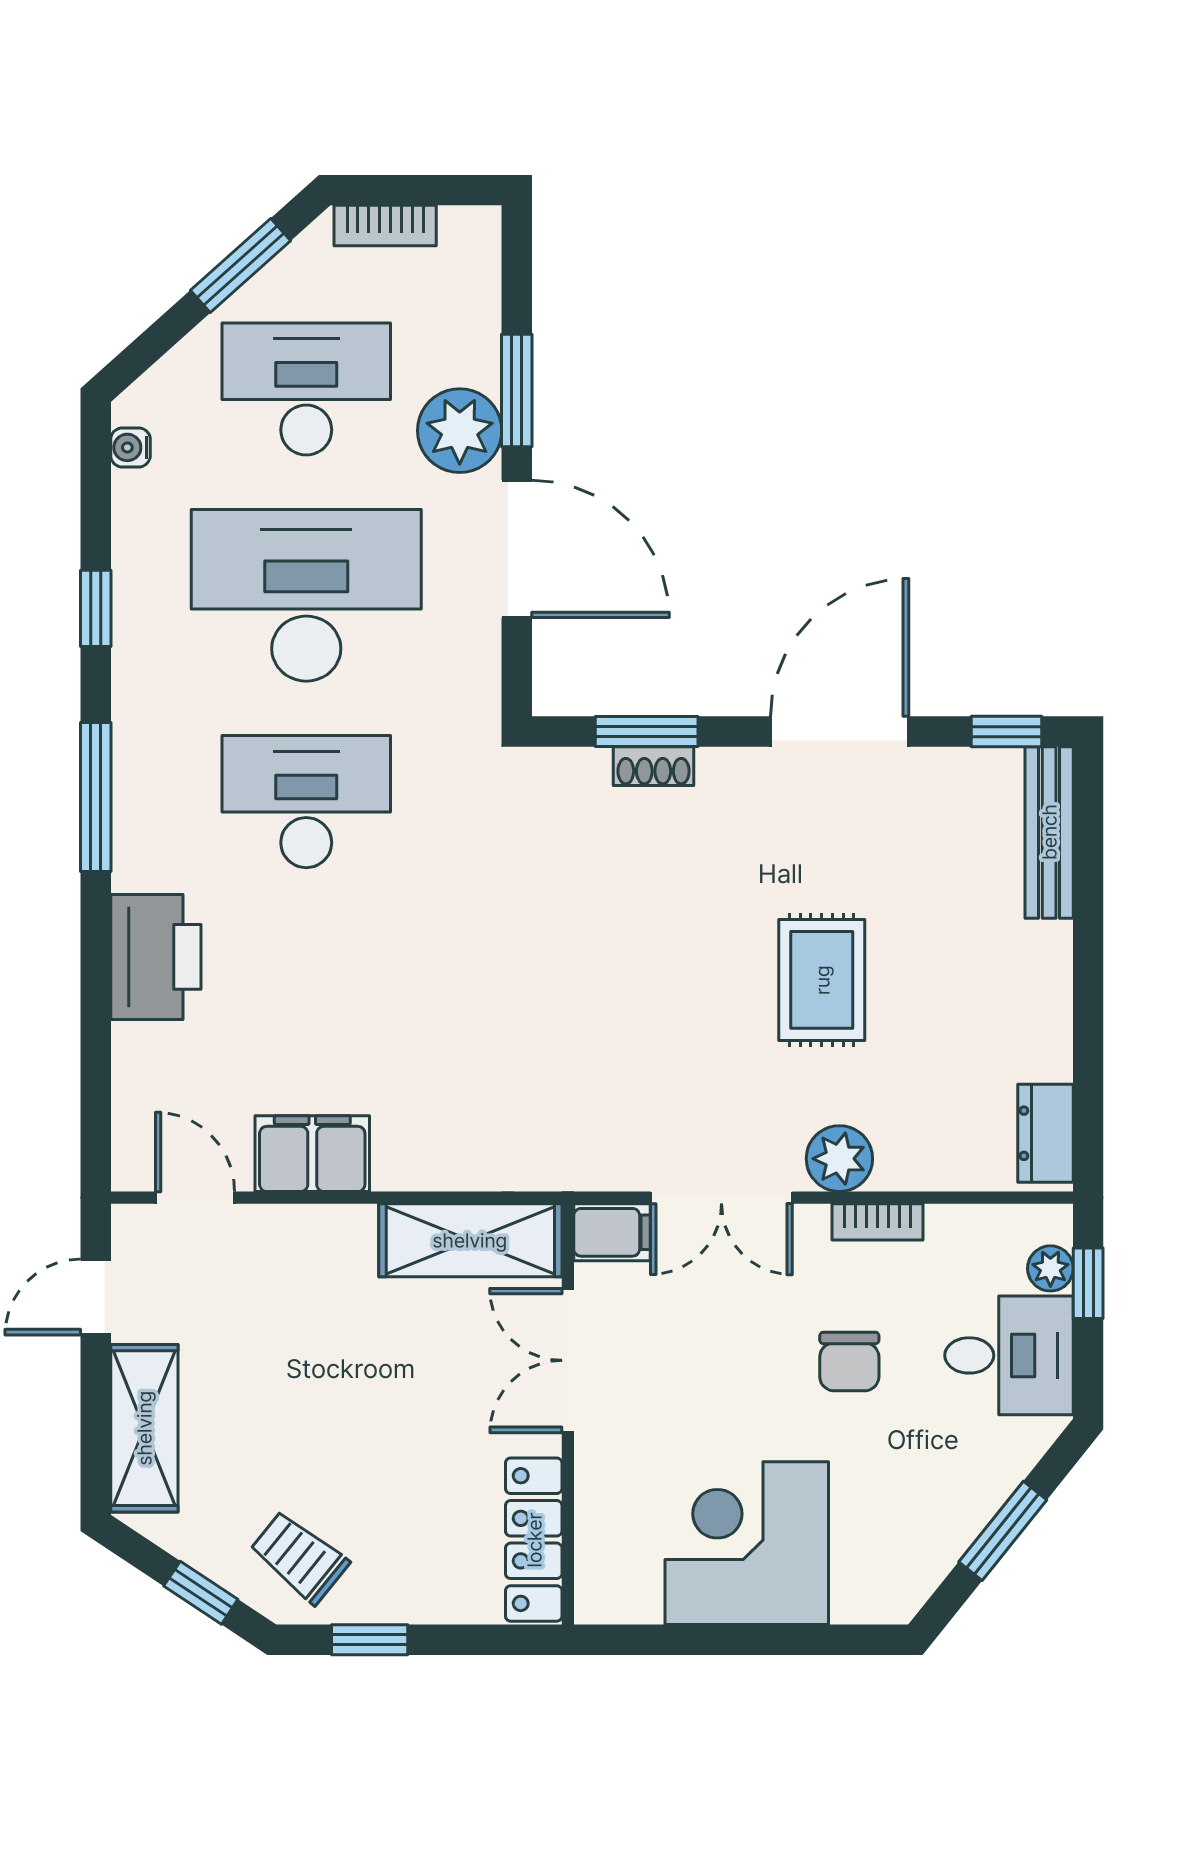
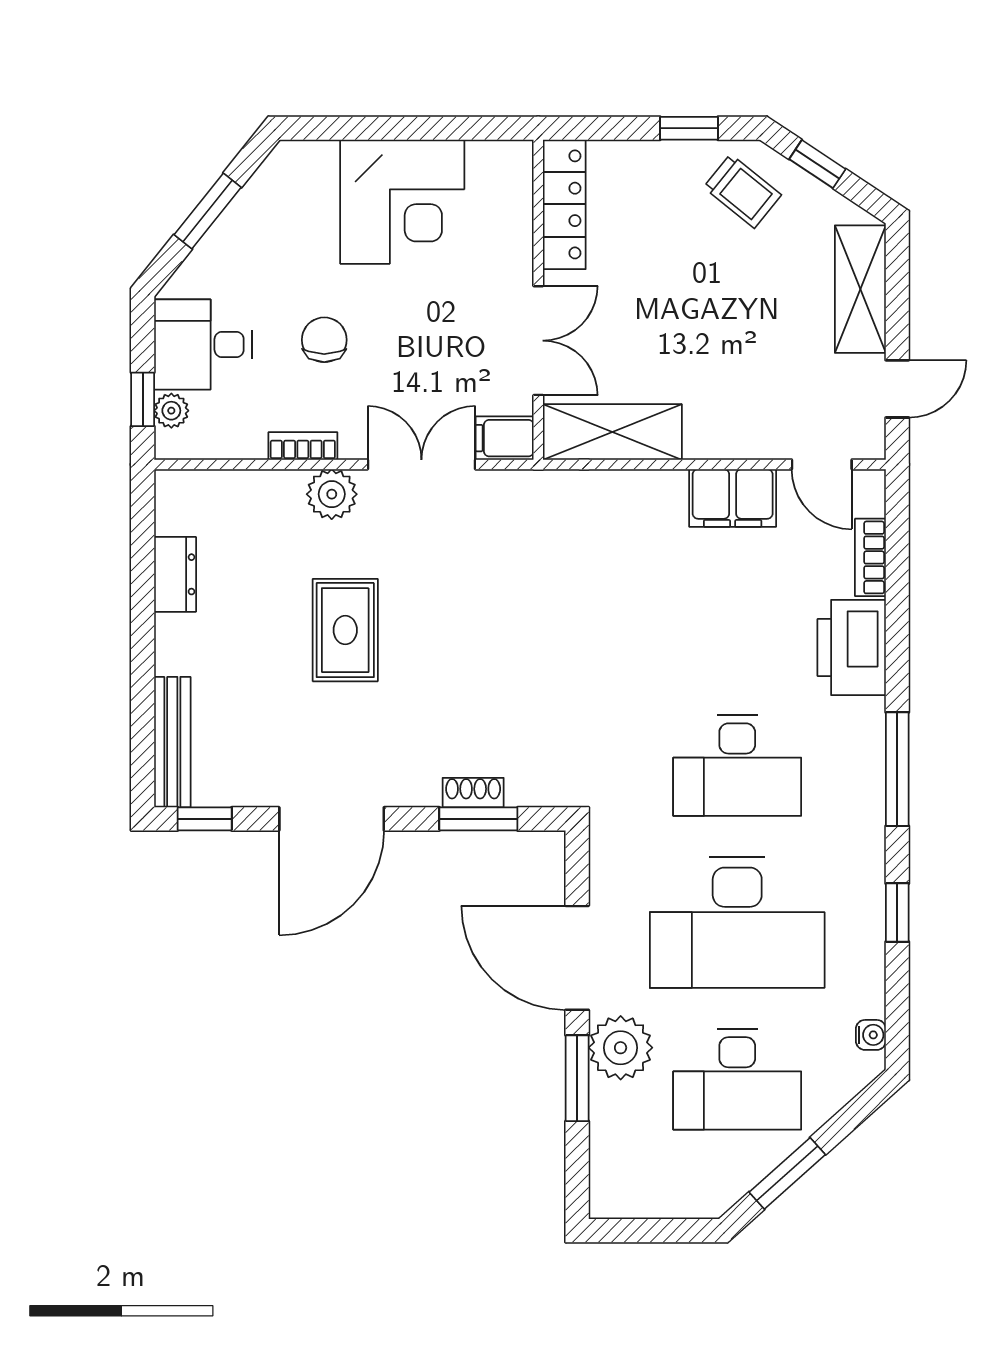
bookcase: (385, 226) -> (870, 557), moved, turned -90
dresser: (1045, 1133) -> (175, 574), moved

